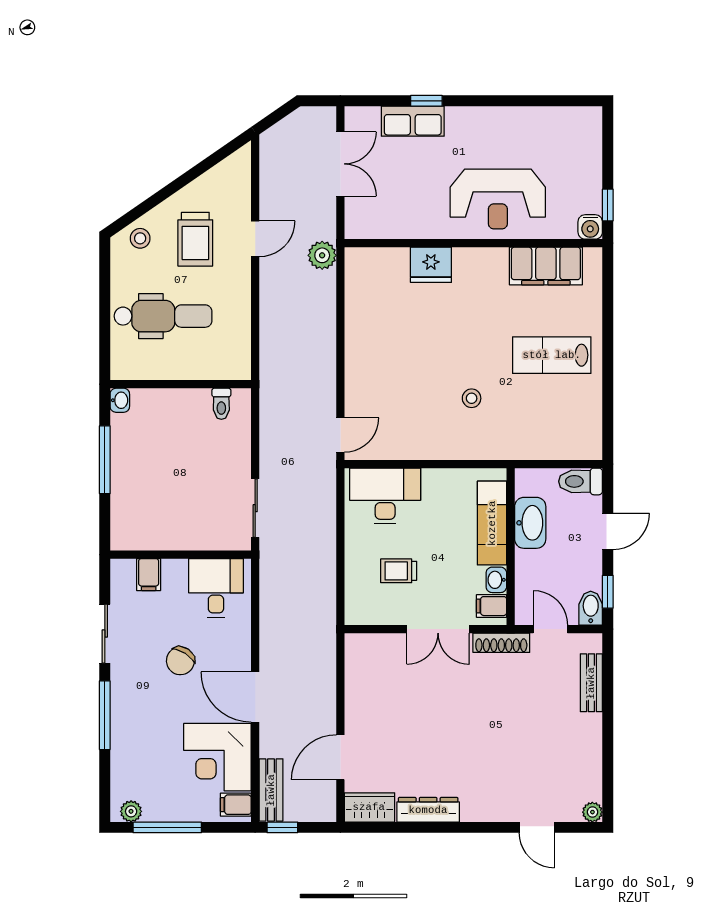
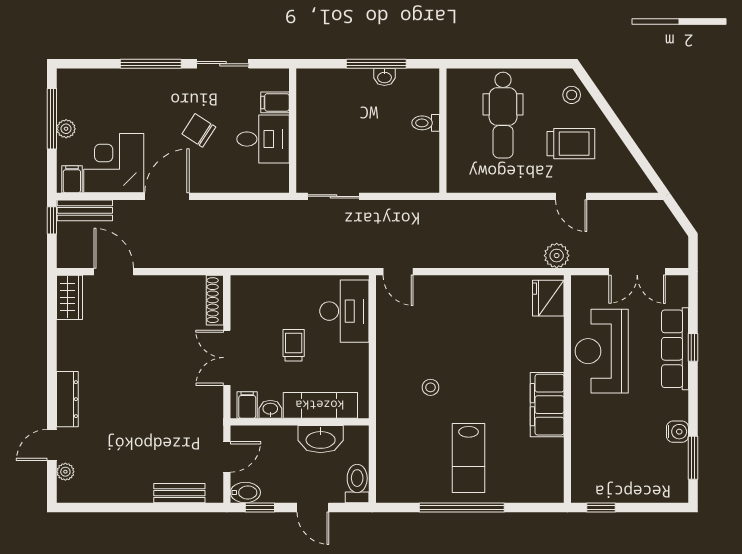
window: (551, 101) -> (693, 458), added
row of seats: (413, 121) -> (675, 349), width x1.48
reception desk: (498, 199) -> (602, 351), moved
water cooler: (590, 227) -> (677, 432), moved, turned 180
trolley: (195, 239) -> (571, 144), turned 180
fridge: (431, 265) -> (548, 298), moved
filing cabinet: (546, 266) -> (547, 405), moved
lab bench: (552, 355) -> (469, 458), turned 180
window: (608, 363) -> (462, 508), added
washbasin: (120, 400) -> (384, 77), moved
toilet: (221, 404) -> (426, 123), moved
trolley: (399, 571) -> (294, 345), moved
desk: (216, 588) -> (263, 139), moved
shoe rack: (501, 643) -> (215, 300), moved
dresser: (428, 810) -> (67, 399), moved
plant: (131, 811) -> (66, 129), moved
plant: (592, 812) -> (65, 472), moved

